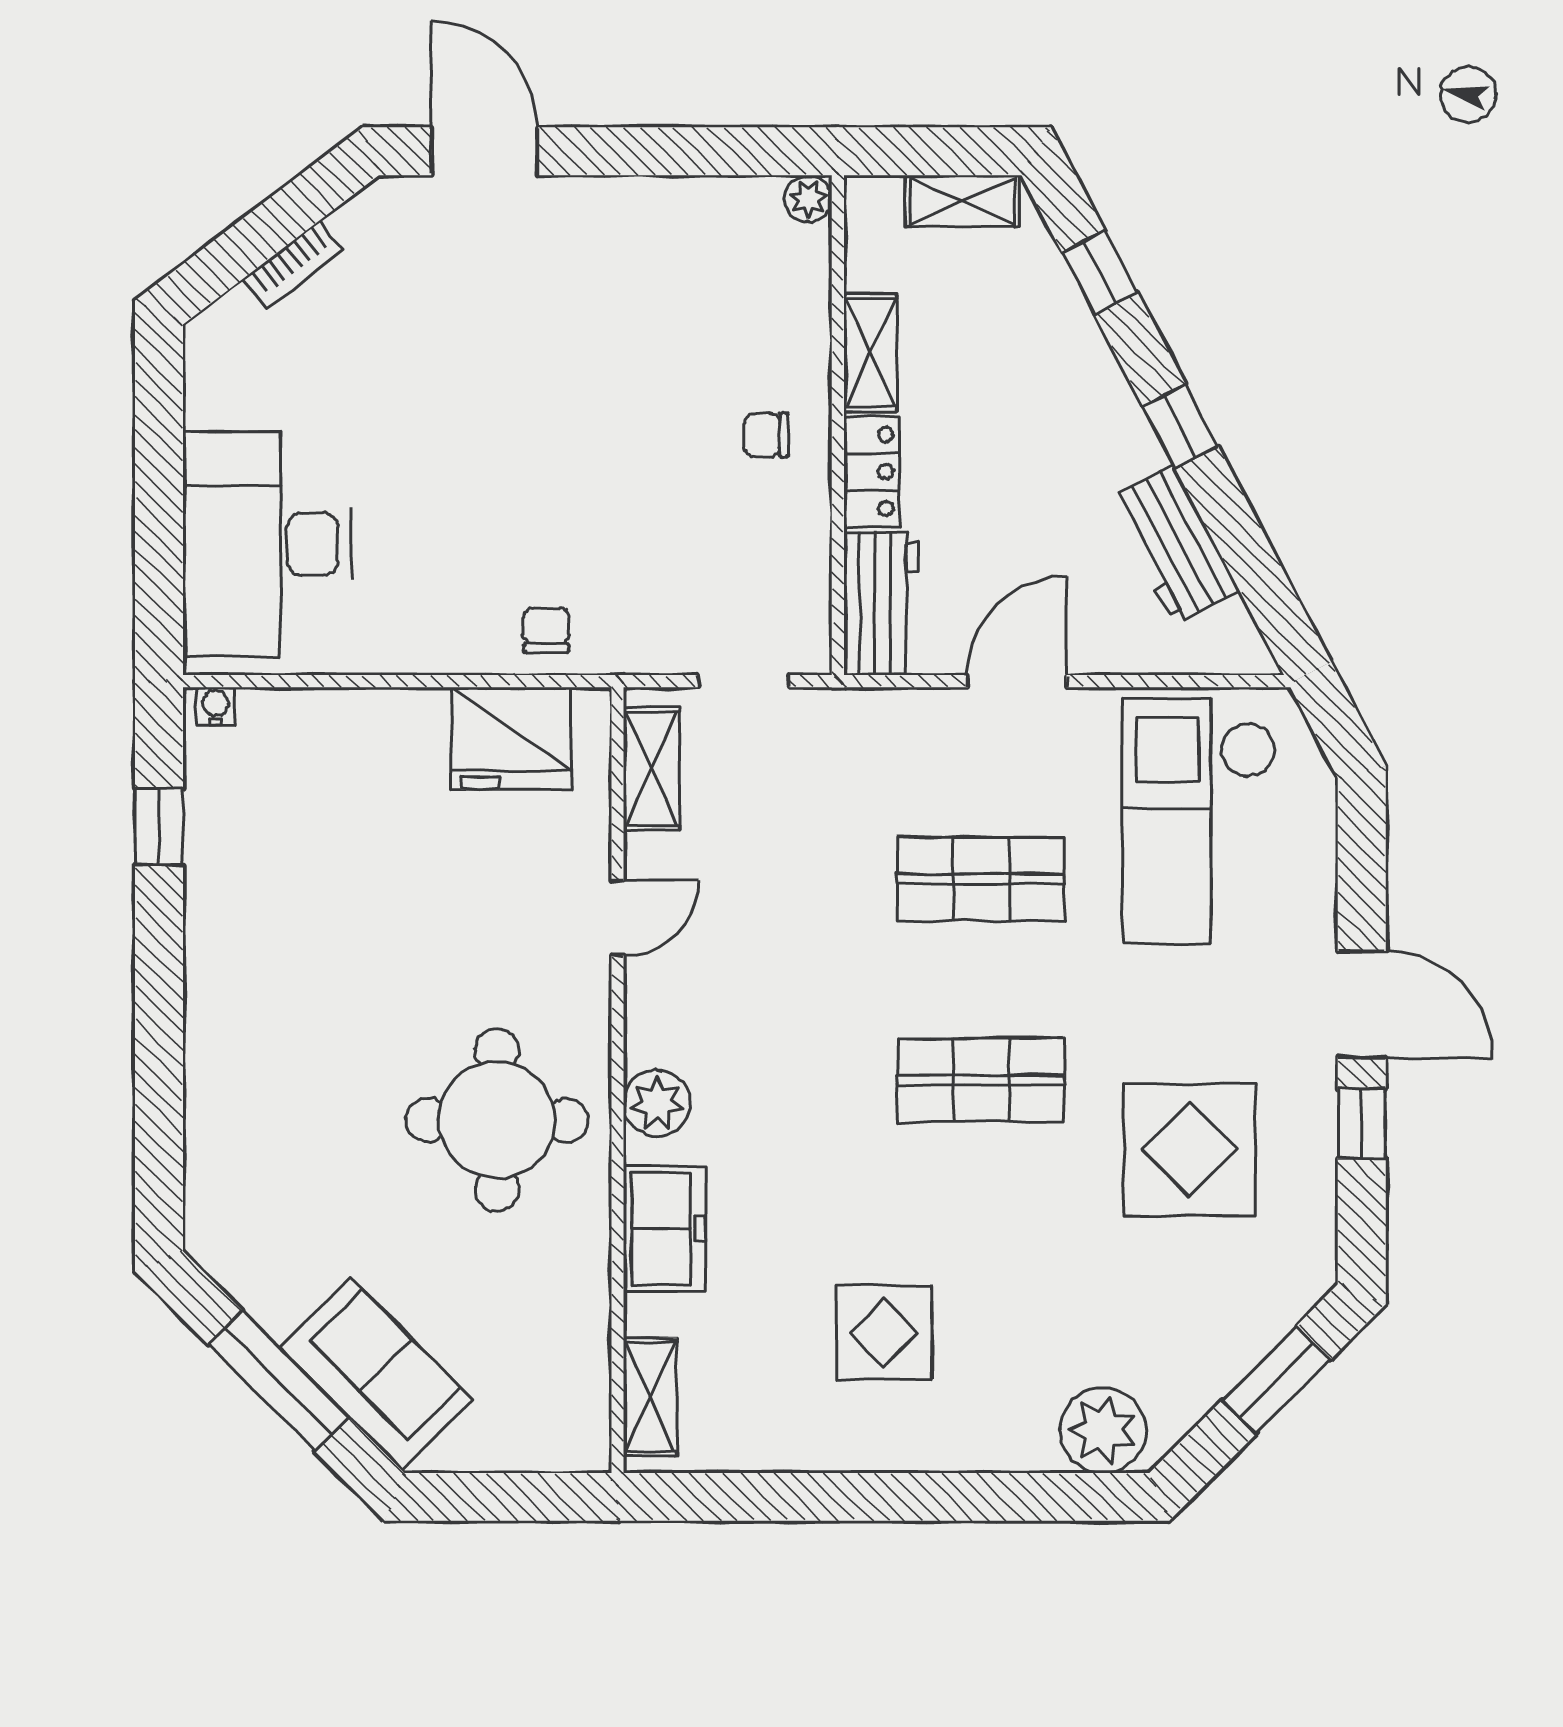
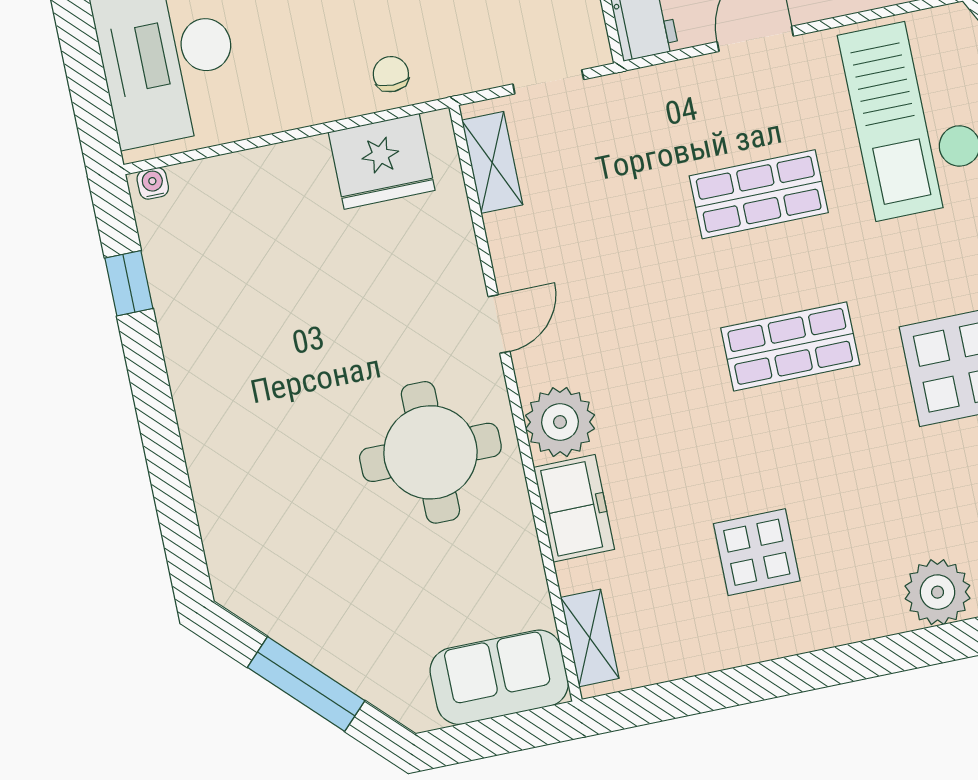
door: (618, 918) -> (499, 324), moved
plant: (657, 1103) -> (560, 422), width x1.36, depth x1.36
sofa: (376, 1374) -> (499, 677), moved, turned -45

